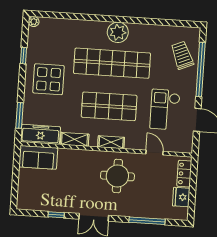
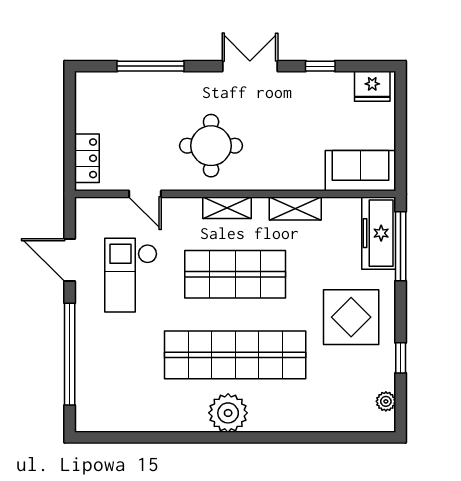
plant: (34, 22) -> (386, 401), moved
trolley: (182, 55) -> (105, 378), removed
checkout: (165, 110) -> (131, 275), turned 180
window: (20, 115) -> (401, 246), width x1.44
freezer: (40, 134) -> (379, 233), moved, turned 90
fridge: (181, 197) -> (372, 86), moved, turned 90

